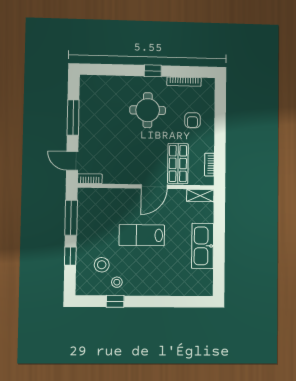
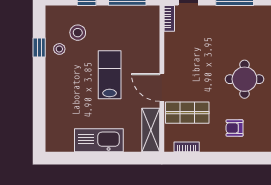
shelving: (200, 196) -> (151, 130), width x1.50, depth x1.33

